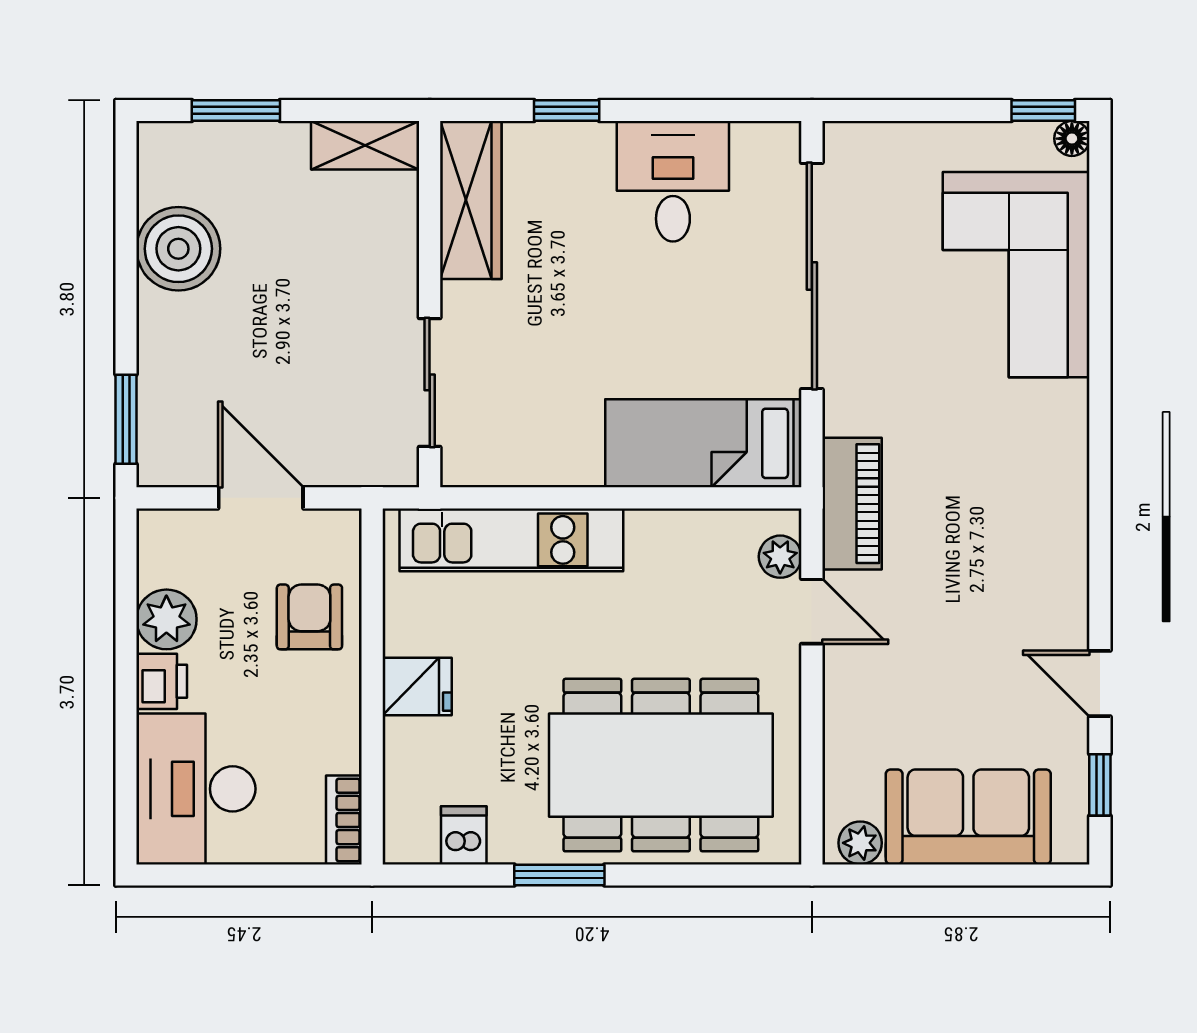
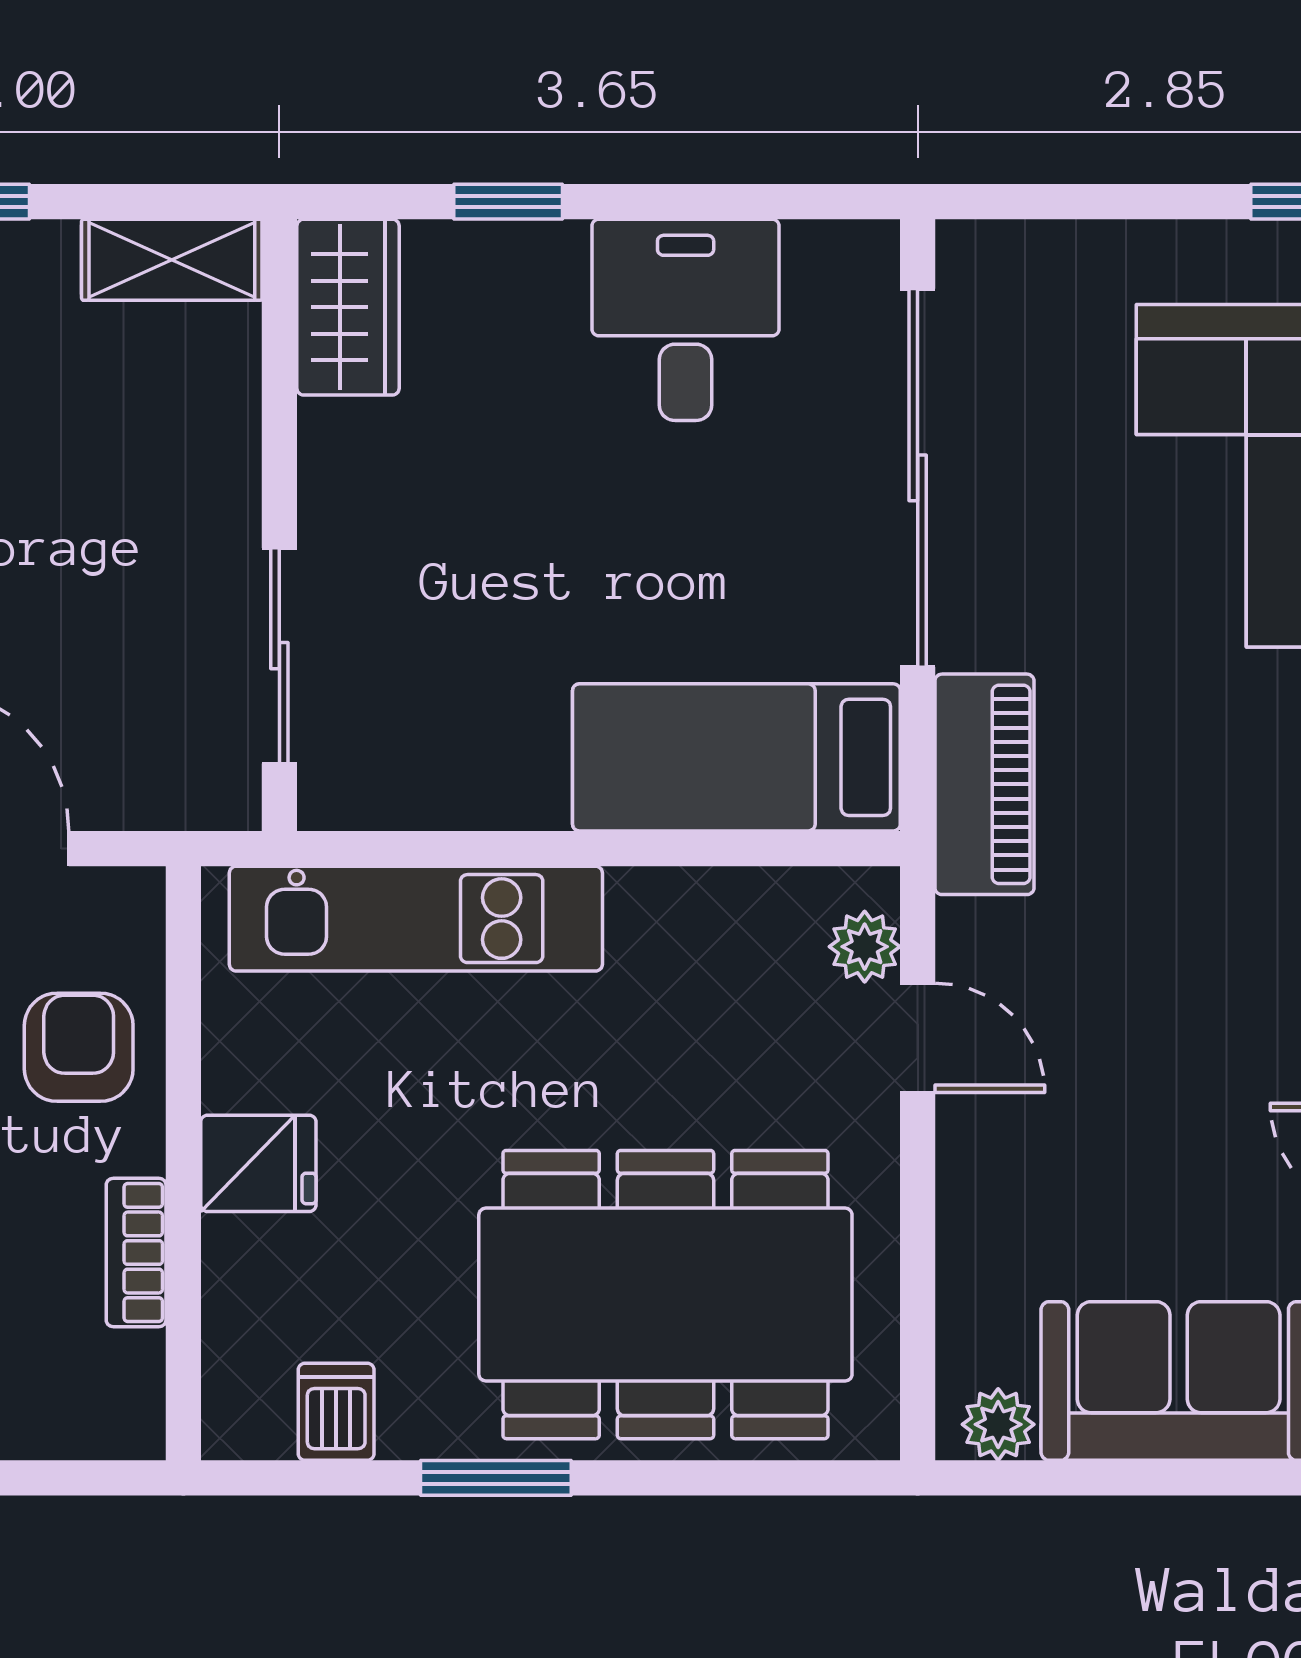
wardrobe: (471, 200) -> (348, 307), width x0.67
piano: (852, 504) -> (984, 784), moved
bookcase: (344, 820) -> (136, 1253), moved

